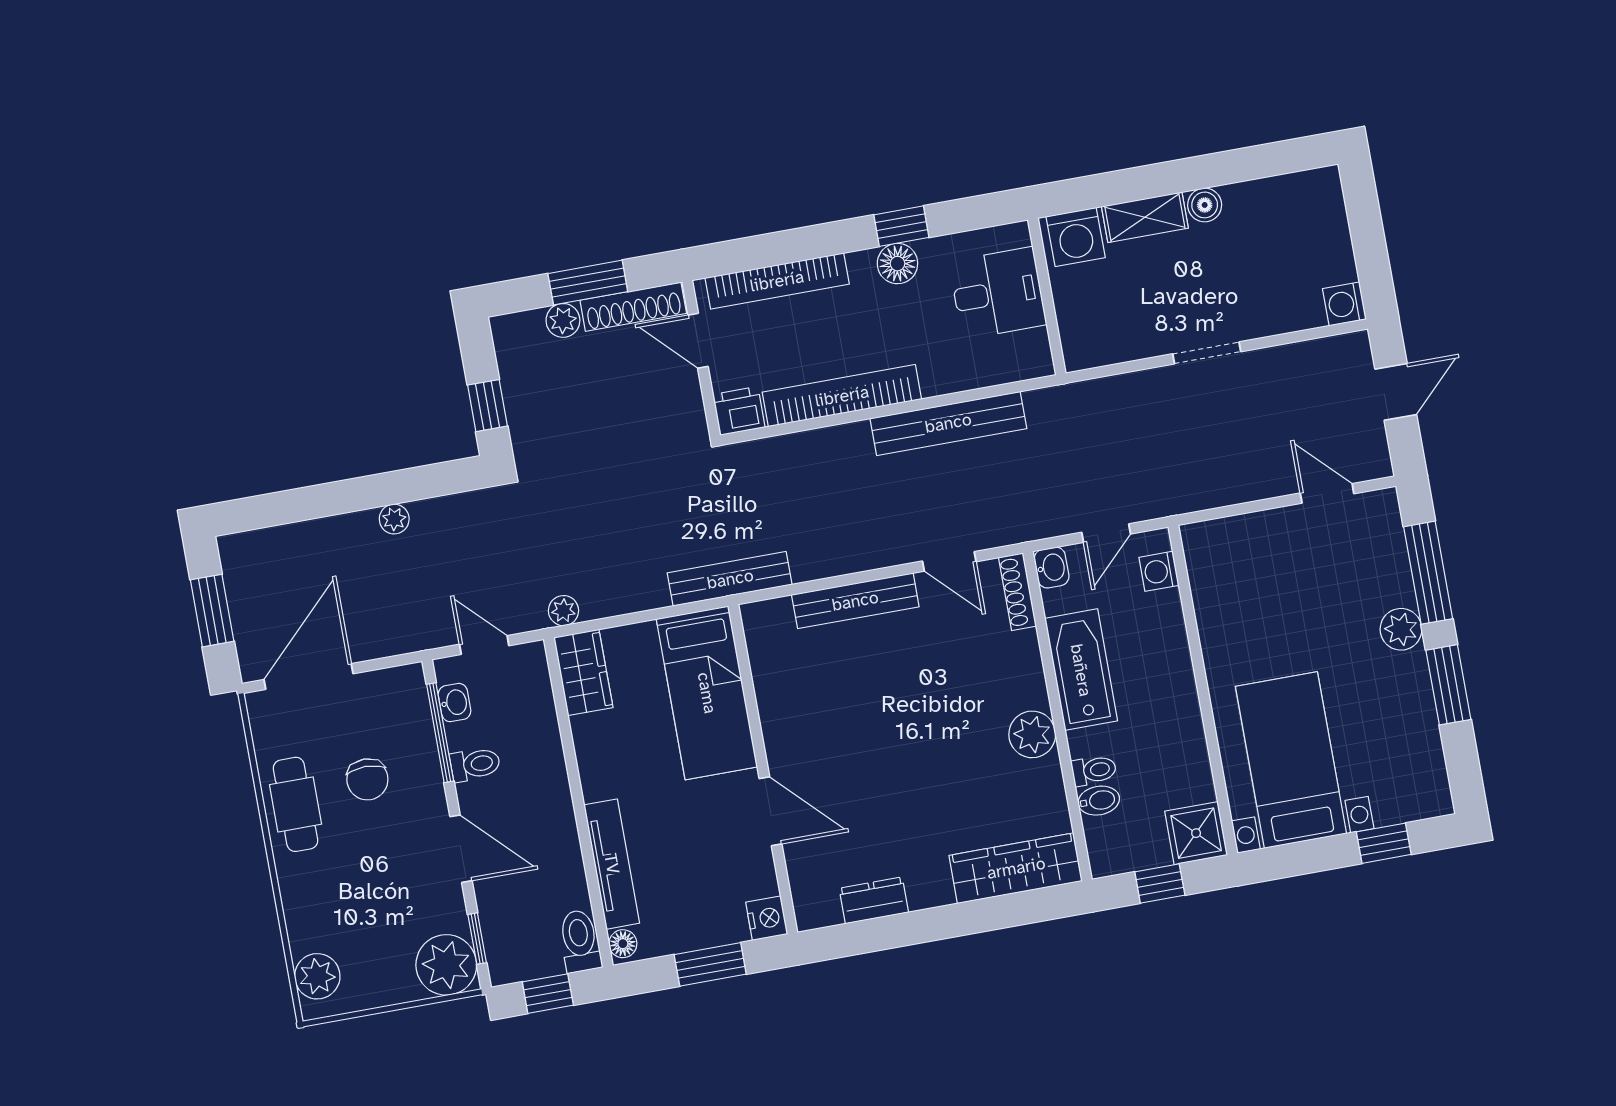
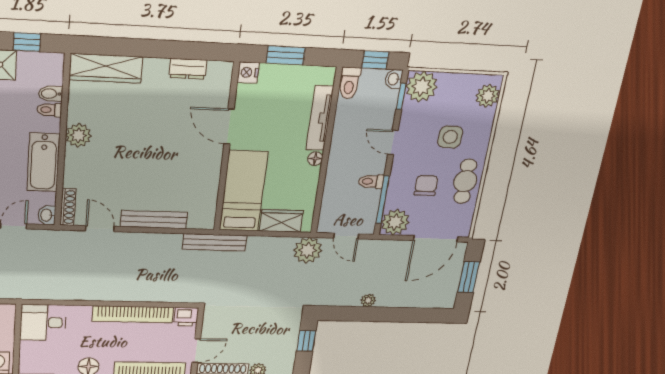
desk: (998, 293) -> (43, 322), moved
door: (698, 341) -> (196, 351), hinge flipped
bench: (948, 423) -> (83, 292), removed
plant: (563, 611) -> (308, 250), width x1.88, depth x1.88
wardrobe: (583, 672) -> (281, 221), moved, turned 90
plant: (400, 693) -> (395, 222), added
washbasin: (455, 703) -> (394, 79), moved
door: (461, 849) -> (393, 142), width x0.73
side table: (357, 883) -> (450, 137), added
floor lamp: (623, 944) -> (315, 159), moved

